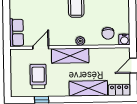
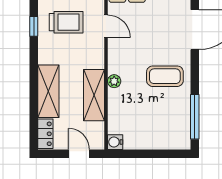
chair: (108, 33) -> (124, 120), removed
shelving: (70, 56) -> (94, 95), moved

